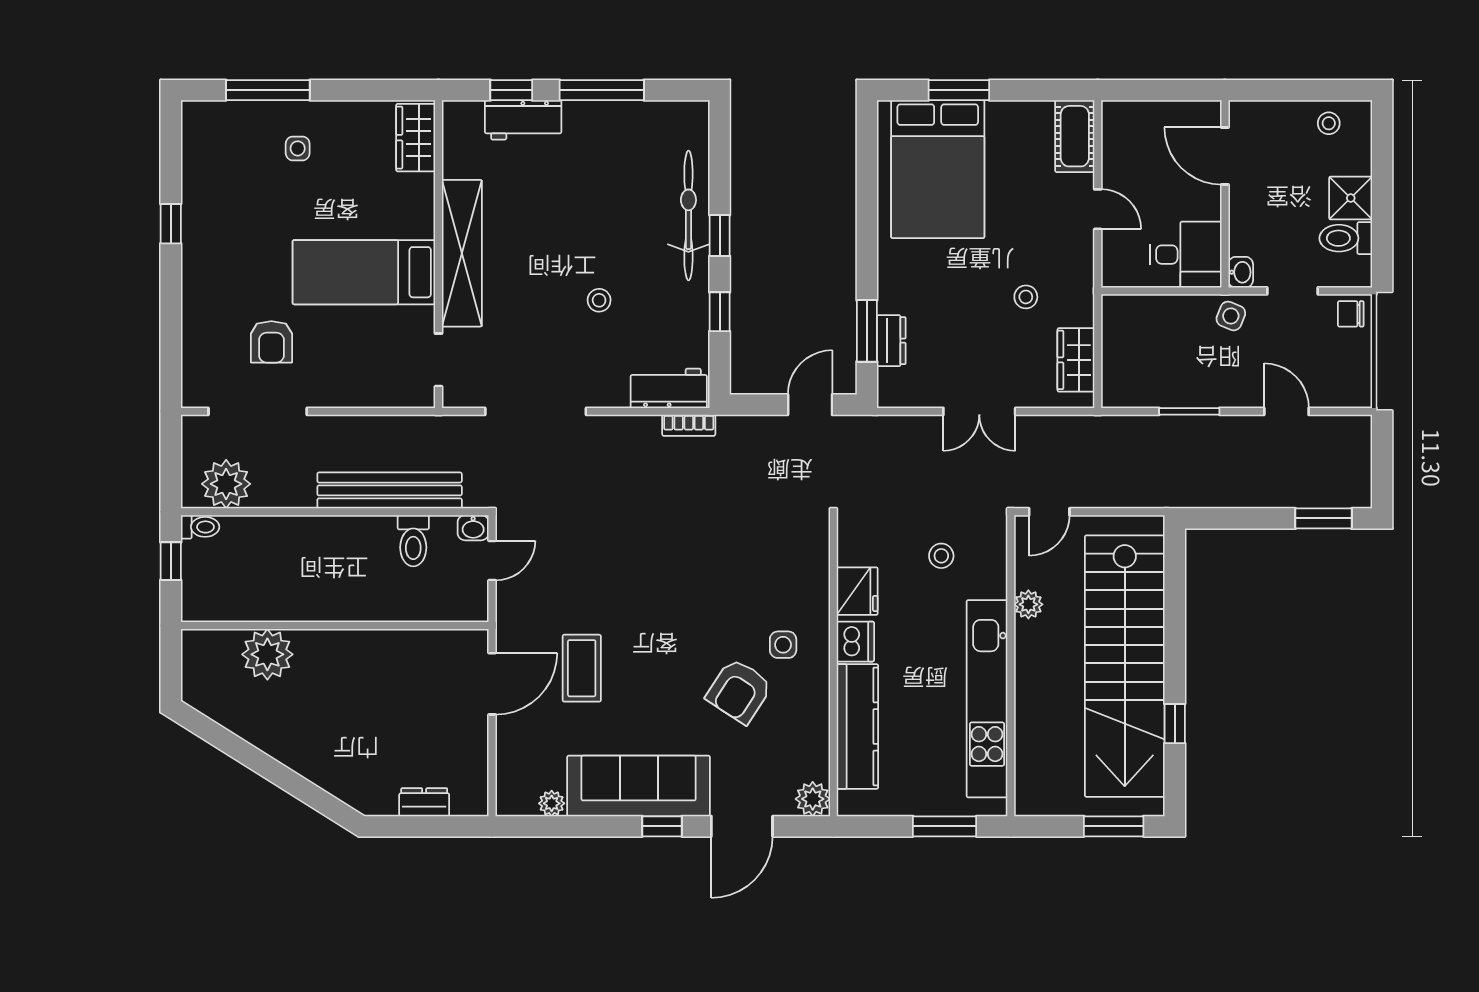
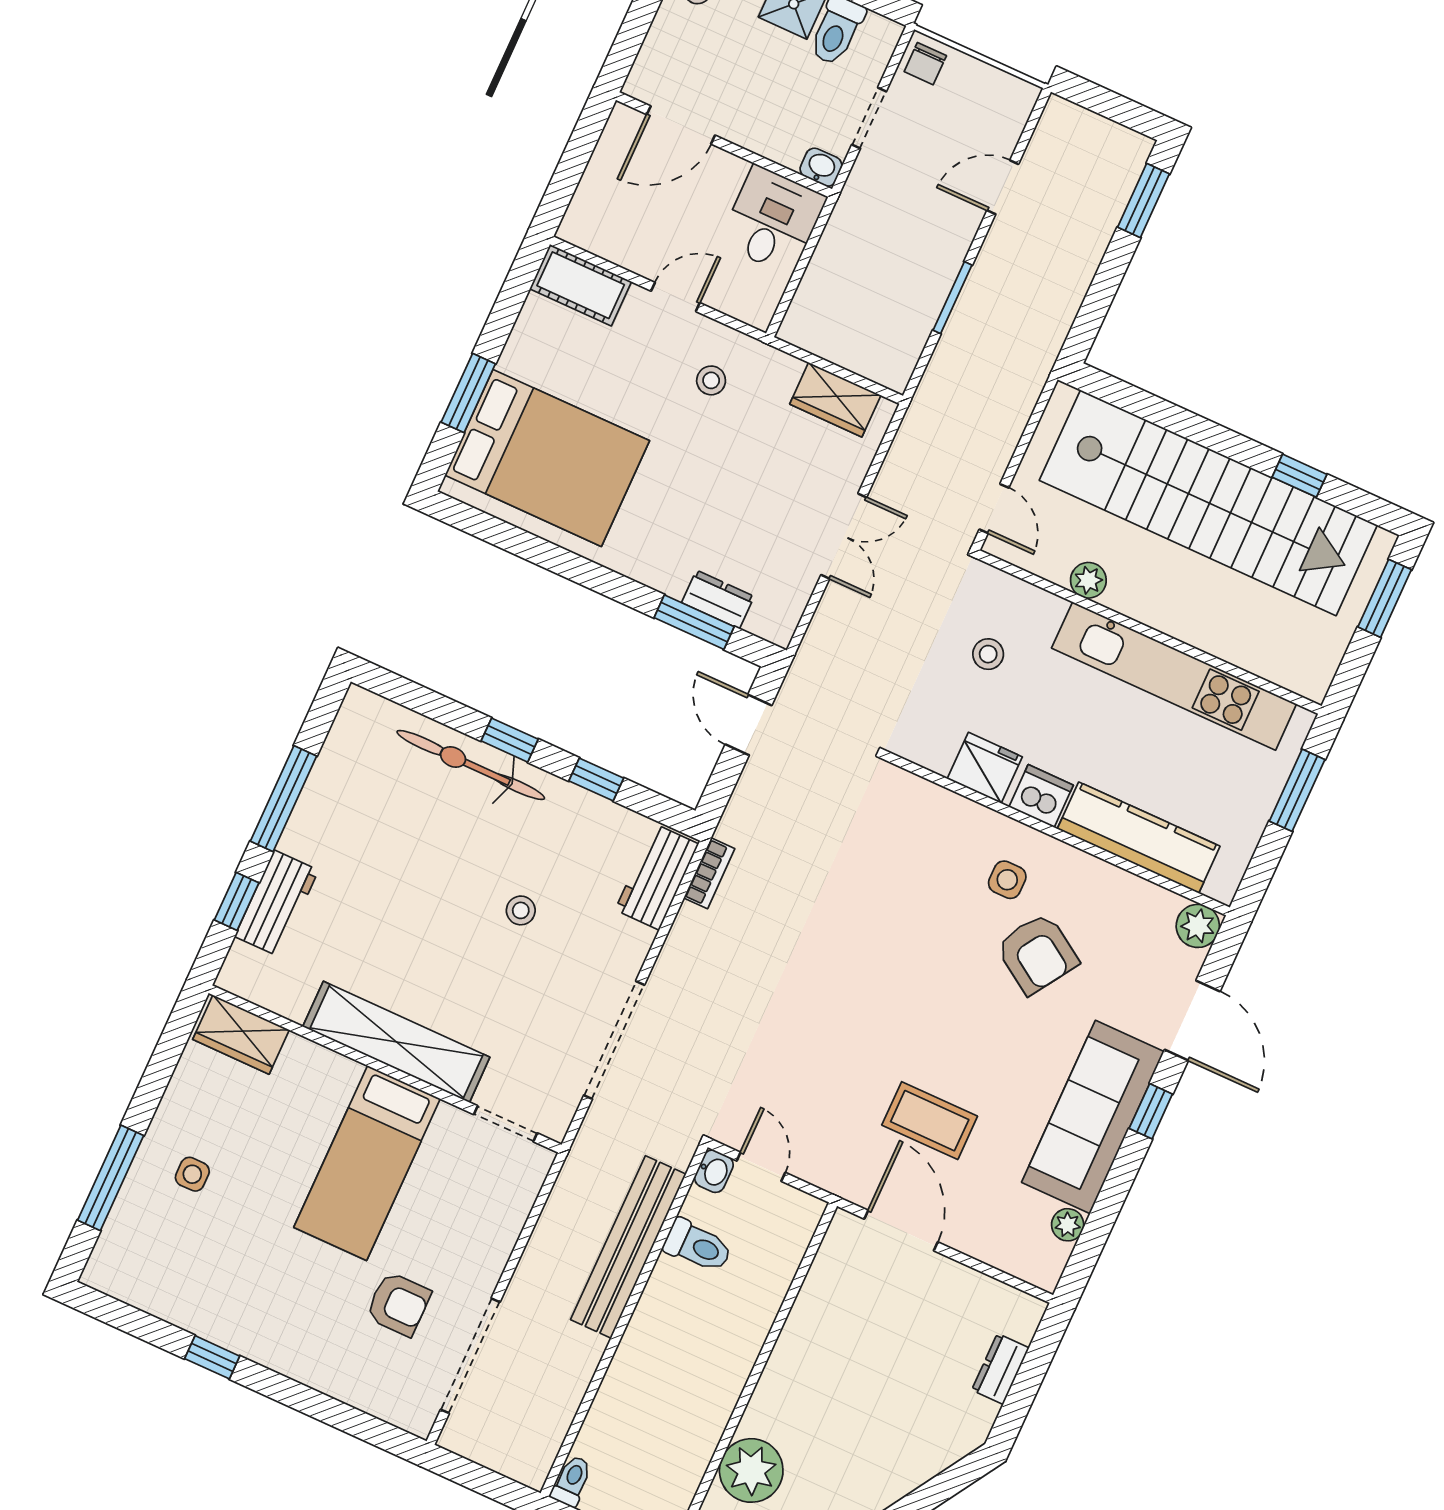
stool: (1026, 297) -> (711, 380), moved
side table: (1231, 316) -> (866, 201), removed
plant: (226, 484) -> (536, 1429), removed

